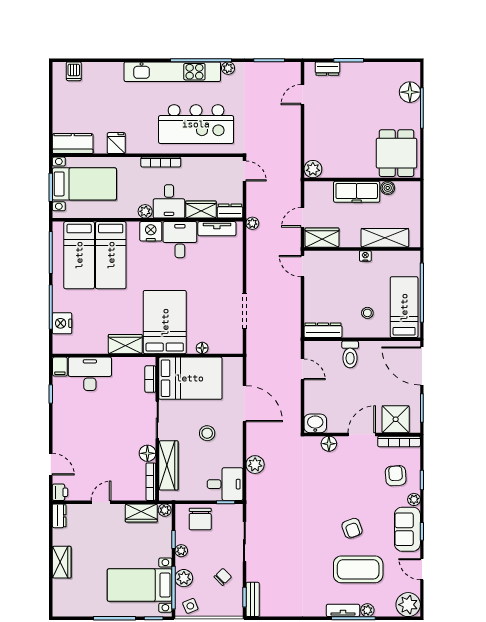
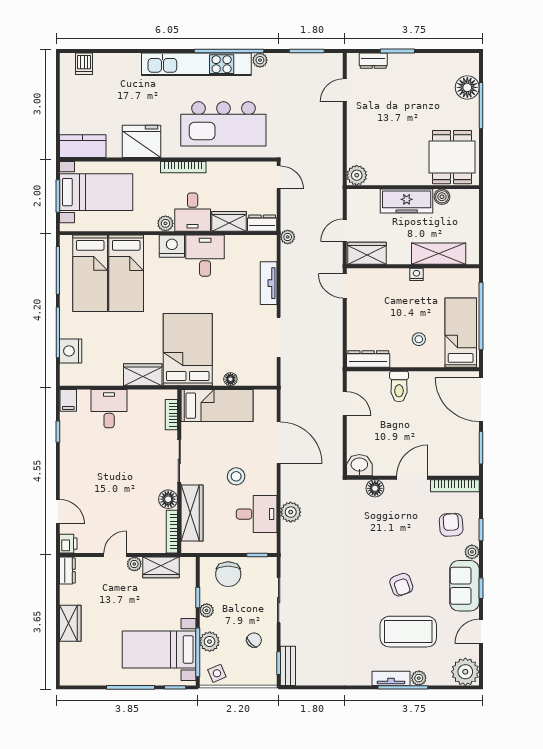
fridge: (116, 143) -> (141, 141), width x1.88, depth x1.34
tv unit: (217, 229) -> (269, 283), moved, turned 90
desk: (90, 374) -> (109, 409), width x0.73
bed: (190, 378) -> (217, 406), width x0.67
shower: (396, 419) -> (451, 460), removed
desk: (225, 484) -> (257, 514), moved
plant: (165, 510) -> (134, 564), moved
door: (422, 569) -> (481, 631), hinge flipped

